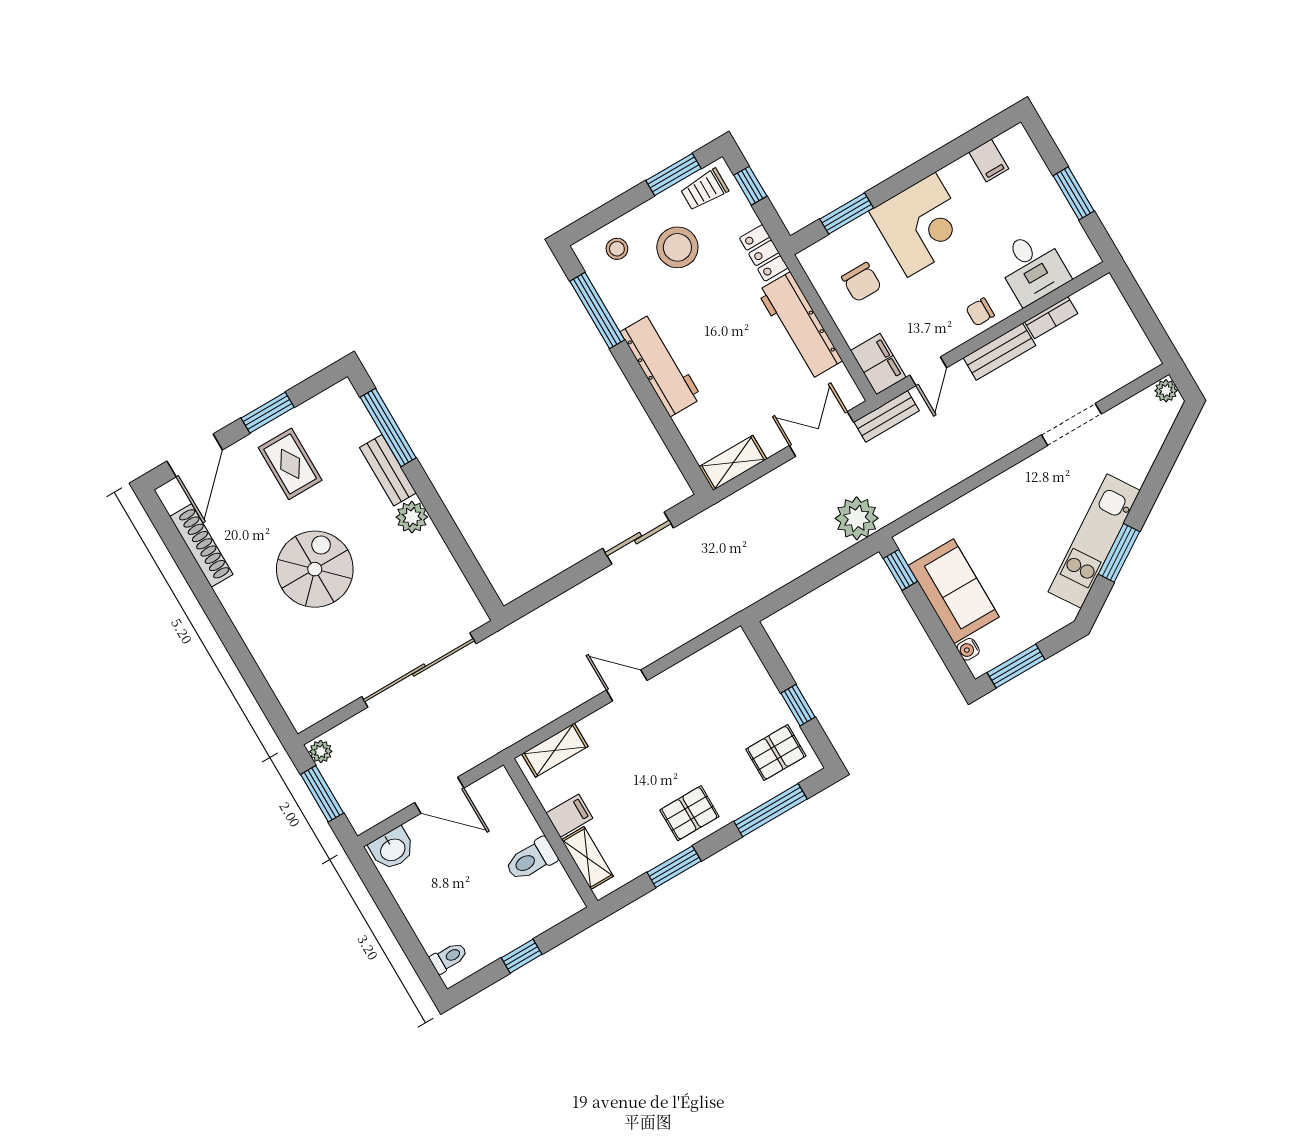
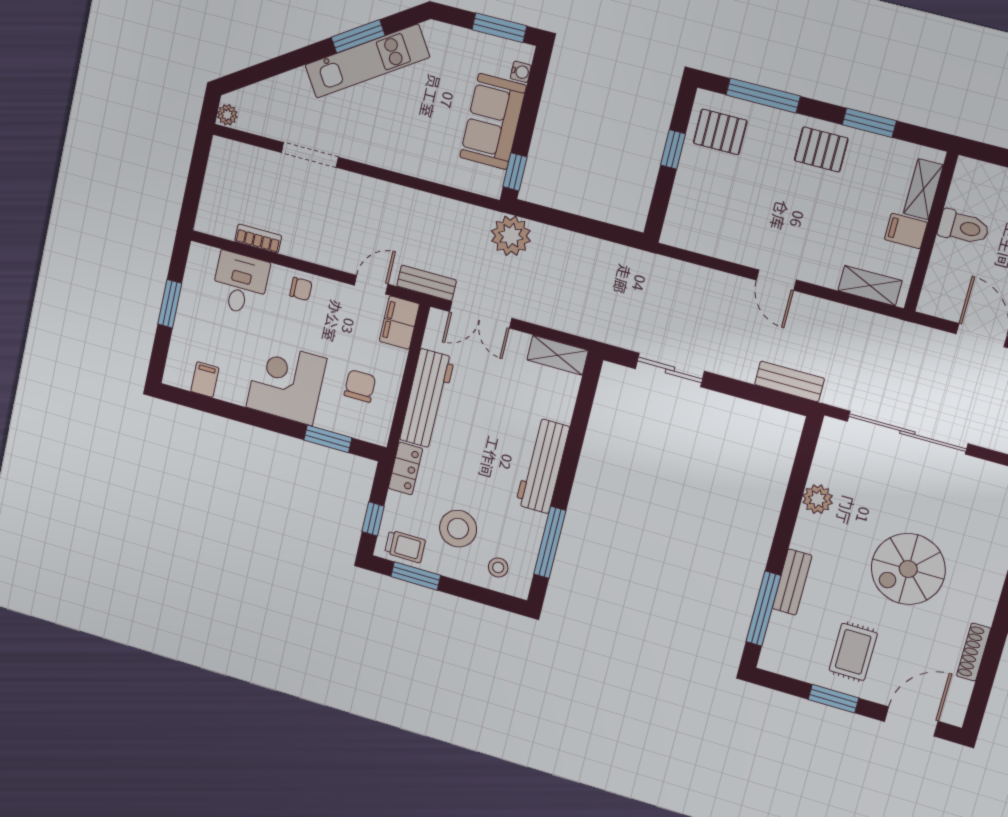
bench: (999, 352) -> (789, 381), moved
plant: (412, 517) -> (818, 499), moved
shoe rack: (201, 545) -> (974, 652), width x0.74, depth x0.81

